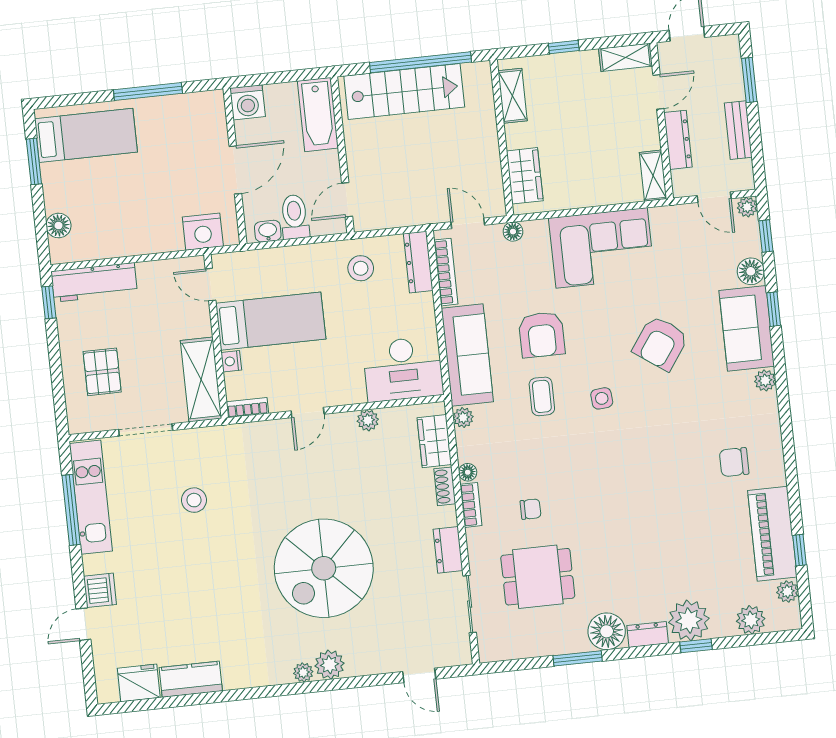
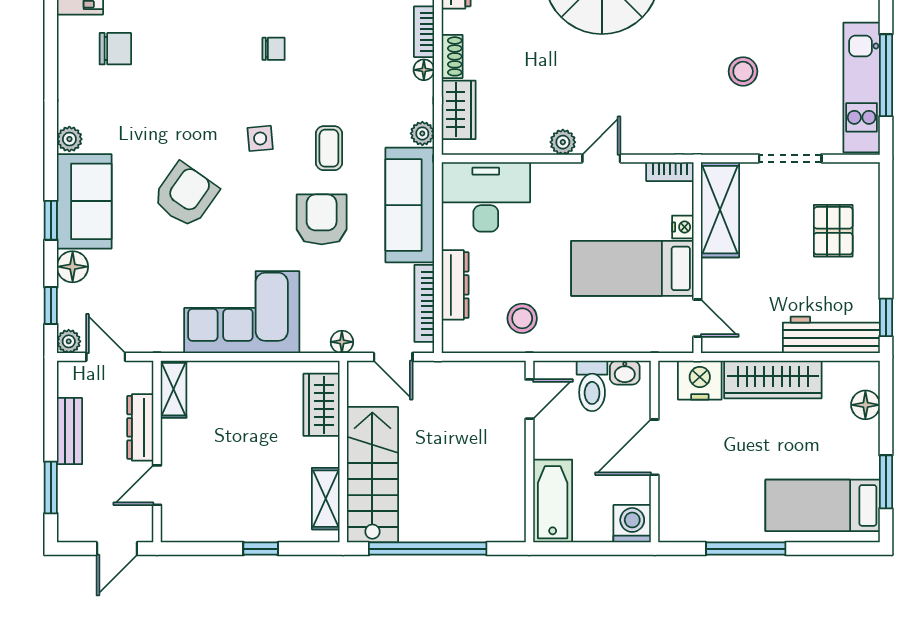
shelving: (626, 57) -> (191, 529), removed
stairs: (404, 91) -> (372, 475), moved, turned 90
wardrobe: (140, 239) -> (773, 379), added
dresser: (418, 262) -> (455, 285), moved
plant: (368, 420) -> (563, 142), moved
chair: (530, 509) -> (274, 49), moved, turned 180

